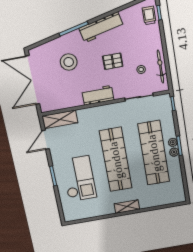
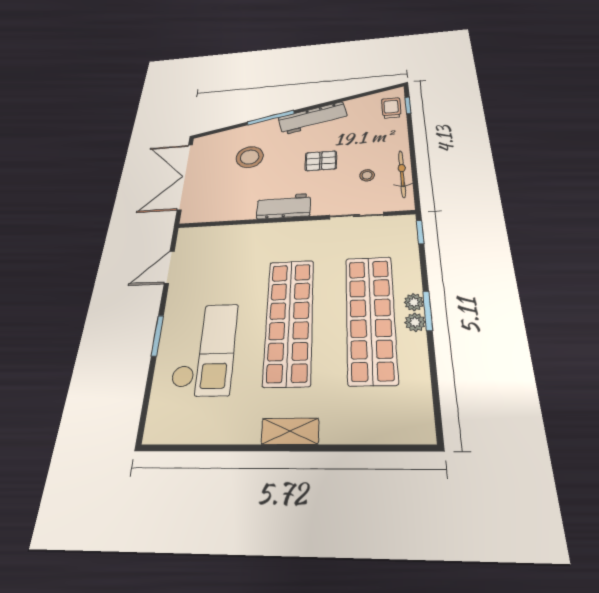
shelving: (60, 119) -> (207, 237), removed

